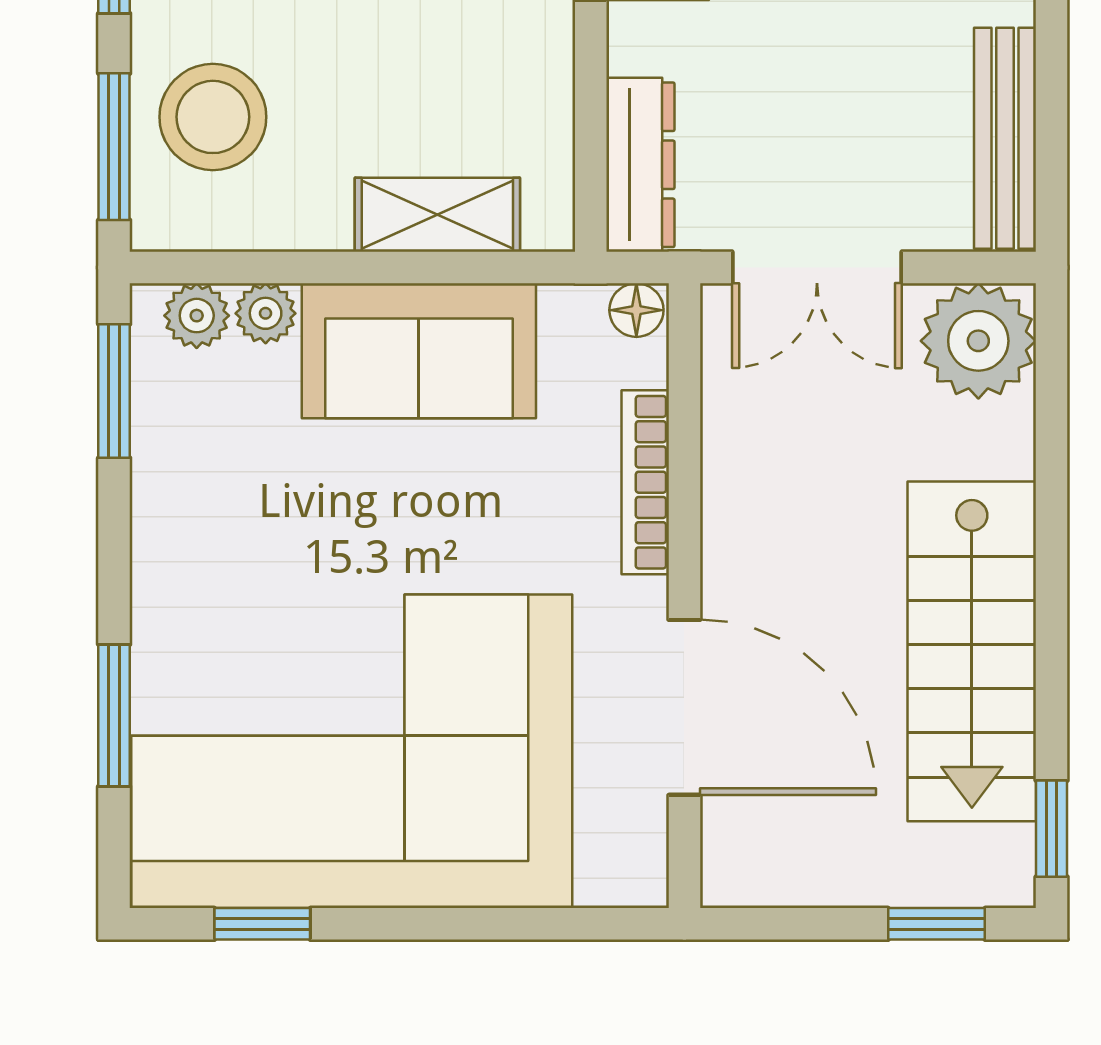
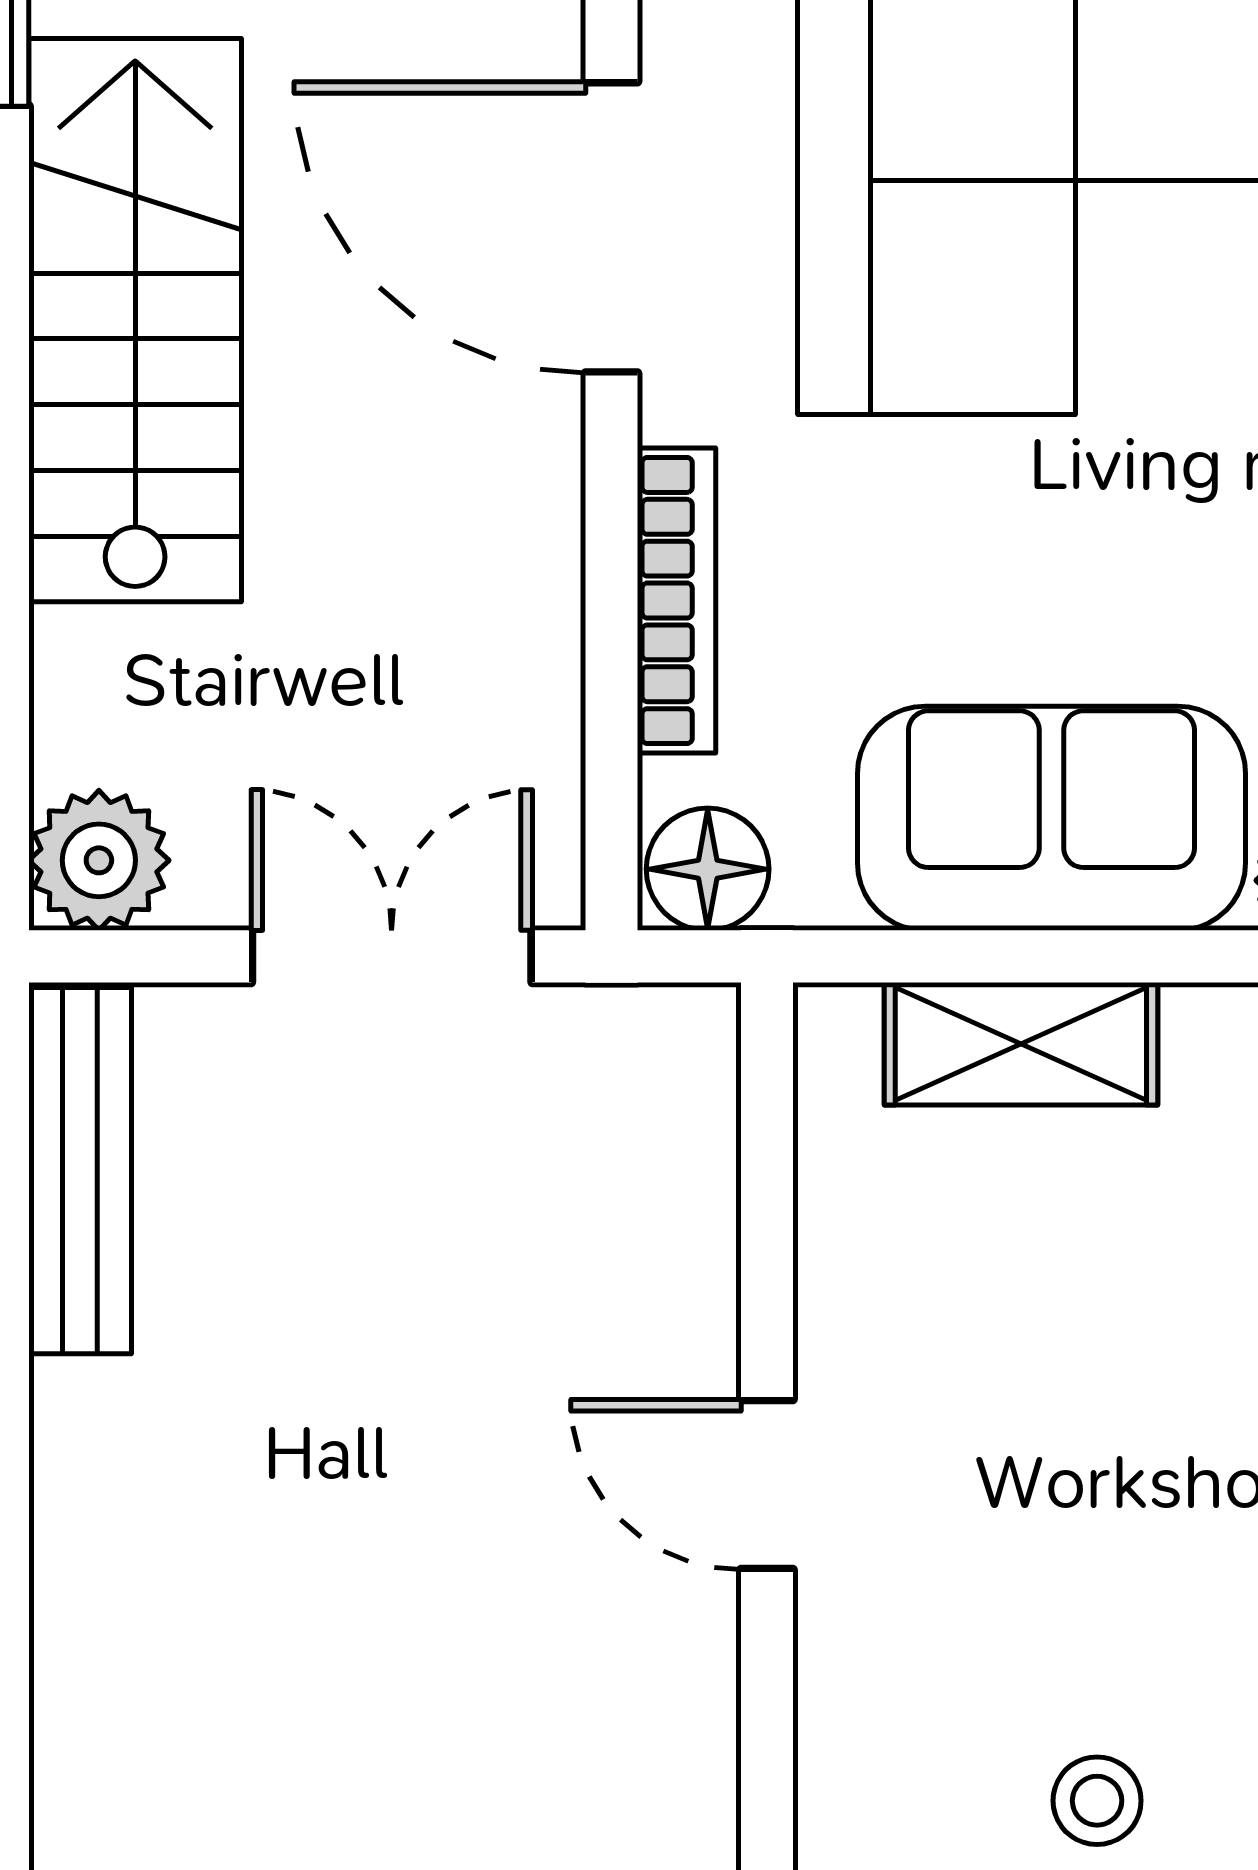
dresser: (640, 165) -> (685, 1127), removed
floor lamp: (636, 310) -> (708, 869), width x1.37, depth x1.37
plant: (978, 341) -> (99, 860), width x0.73, depth x0.73

